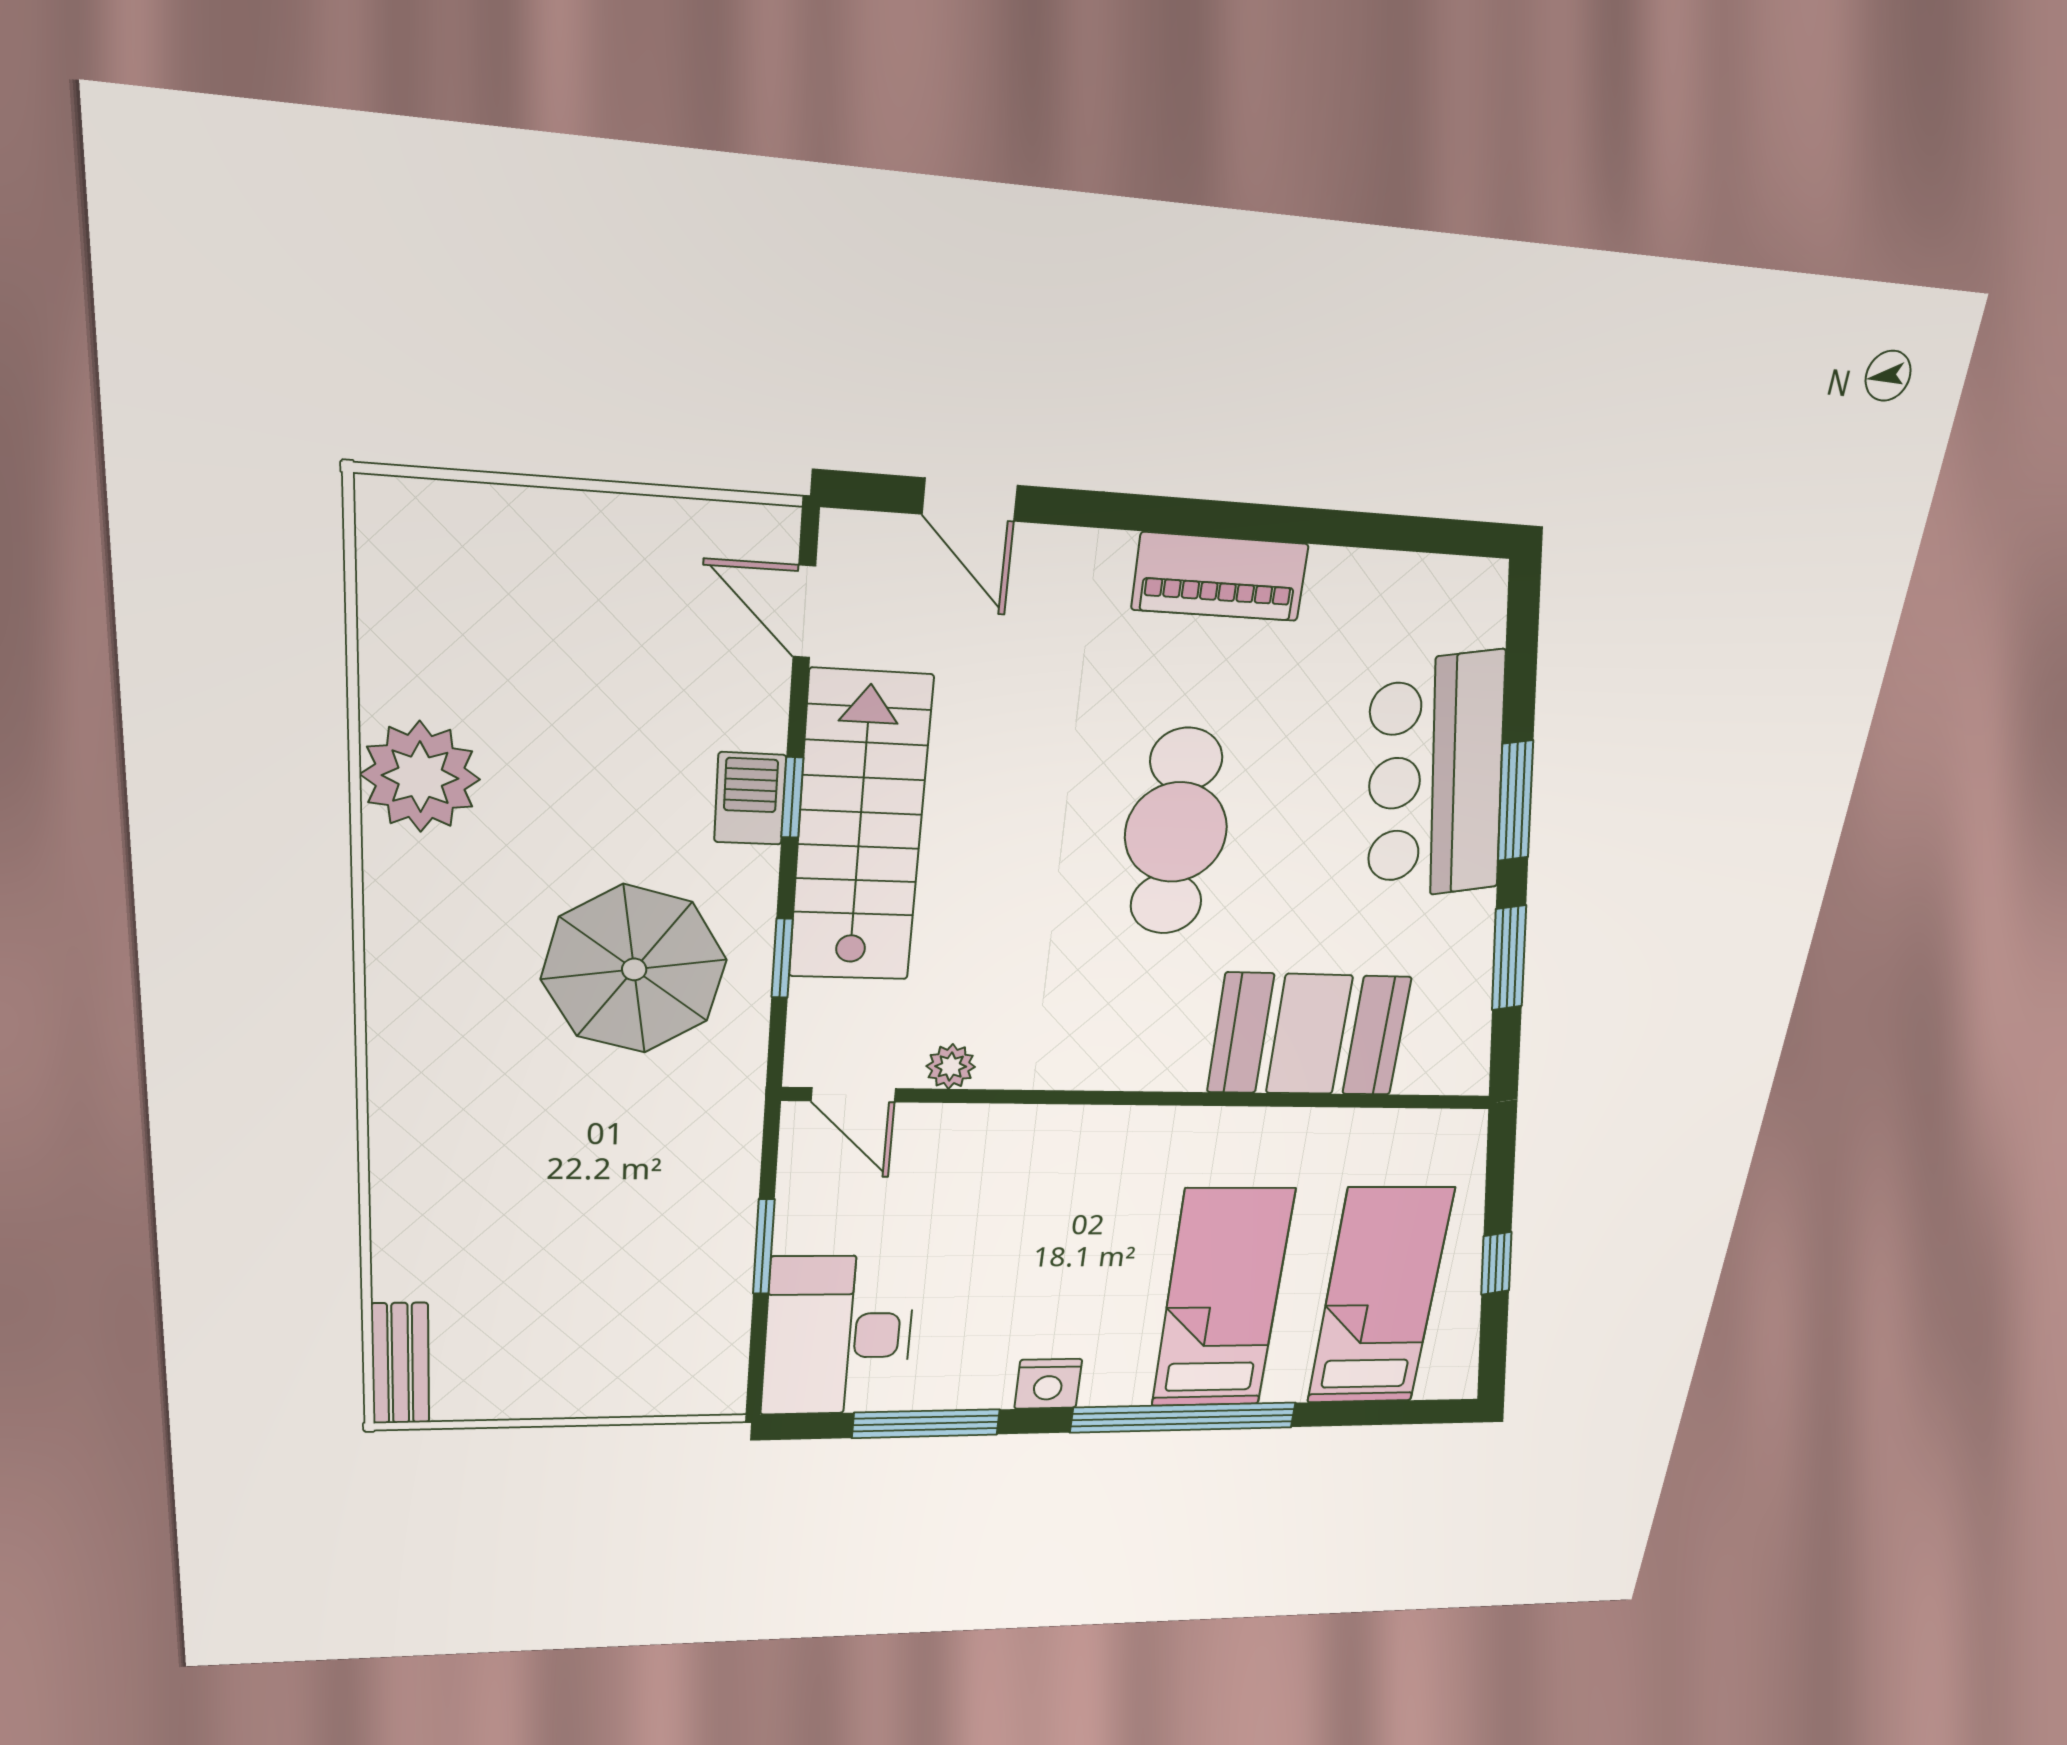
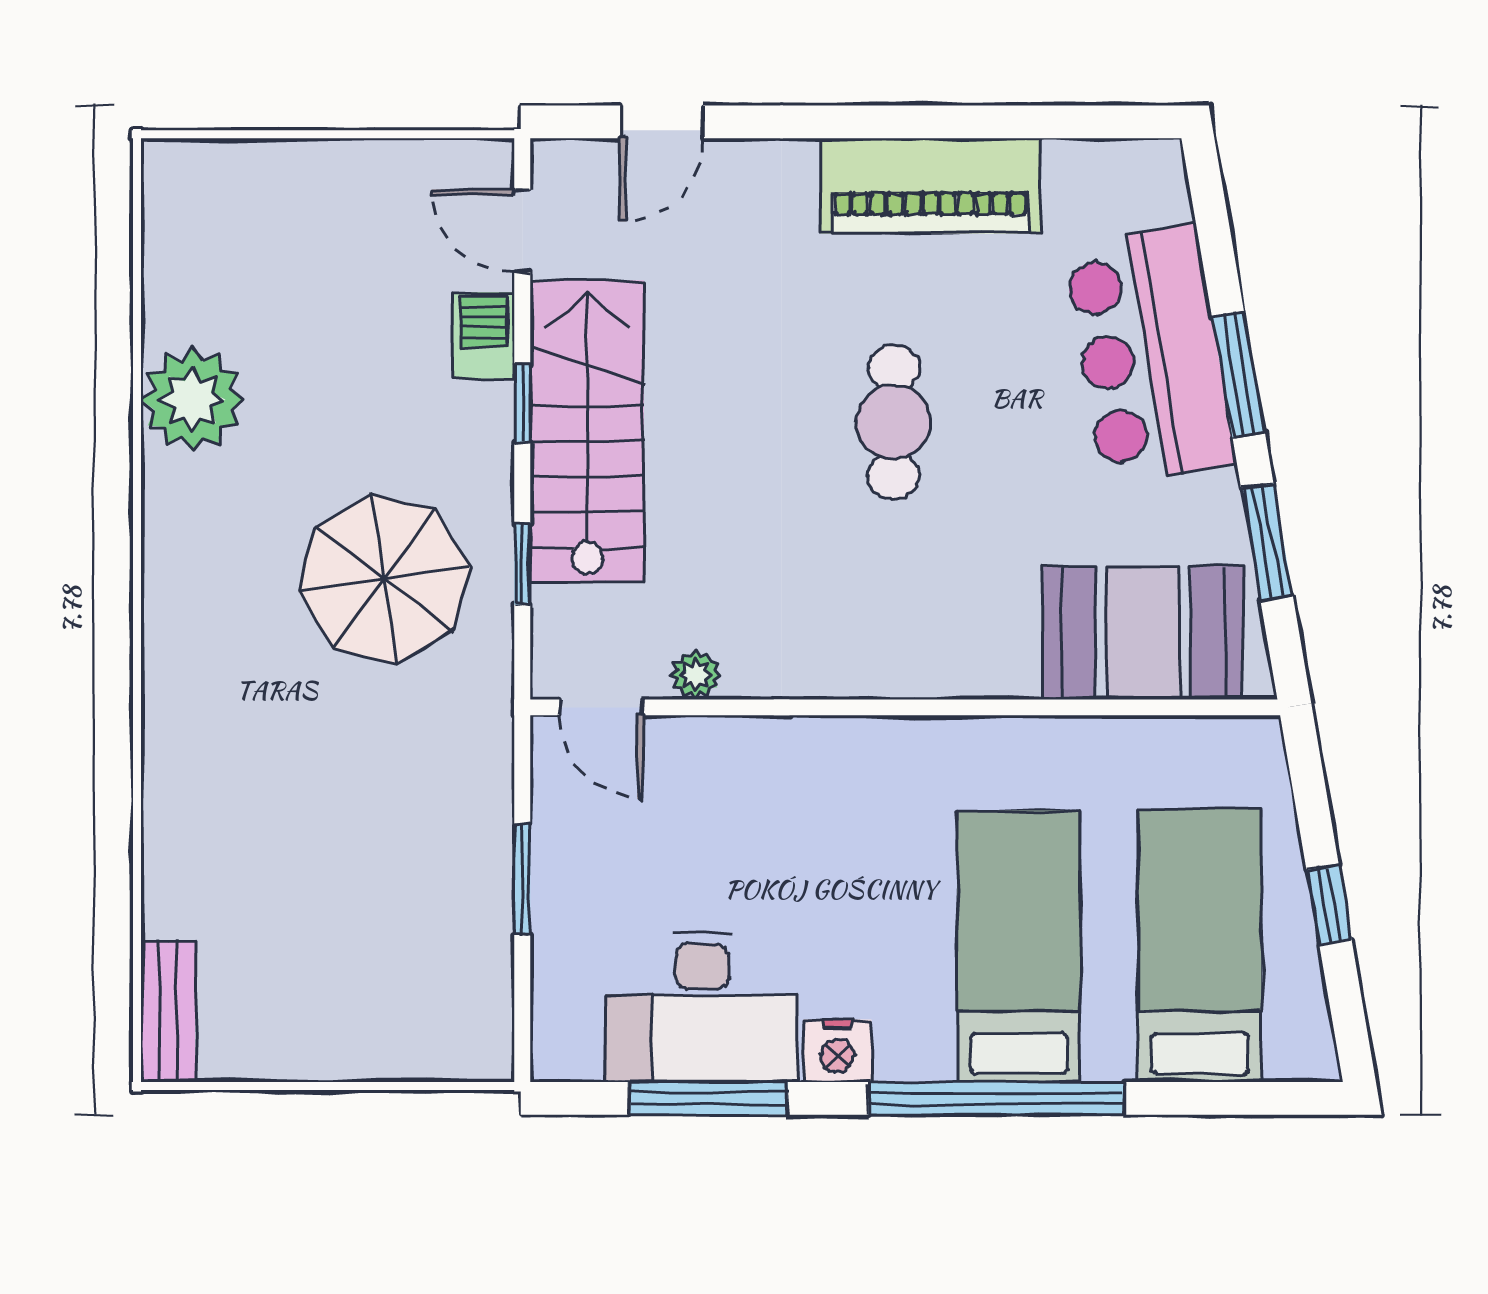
door: (970, 500) -> (662, 122), hinge flipped
piano: (1220, 577) -> (930, 186), width x1.37, depth x1.33
barbecue: (750, 799) -> (484, 335), moved
cafe table: (1176, 832) -> (893, 422), width x0.73, depth x0.74
booth: (1309, 1035) -> (1143, 633), moved
desk: (838, 1336) -> (702, 1007), moved, turned -90

